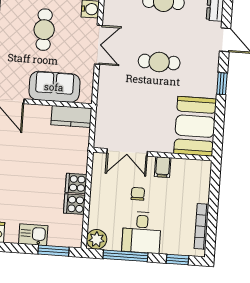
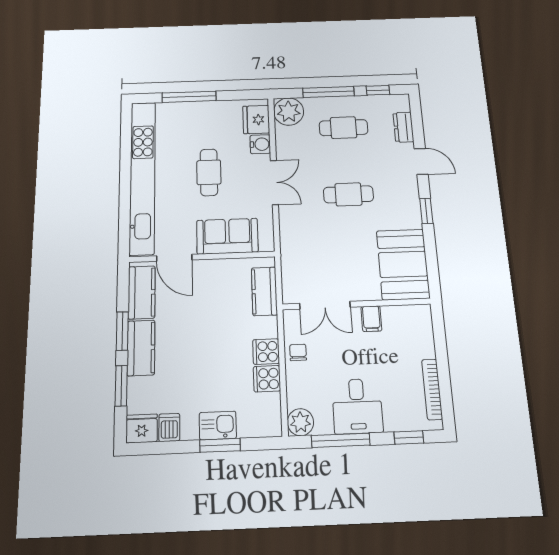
kitchen counter: (71, 117) -> (264, 291), moved, turned 90
chair: (138, 194) -> (298, 352), moved
window: (54, 251) -> (220, 445), moved

